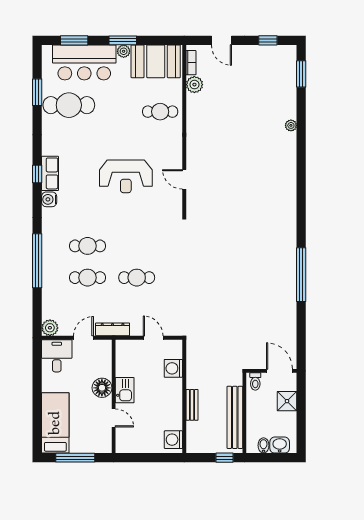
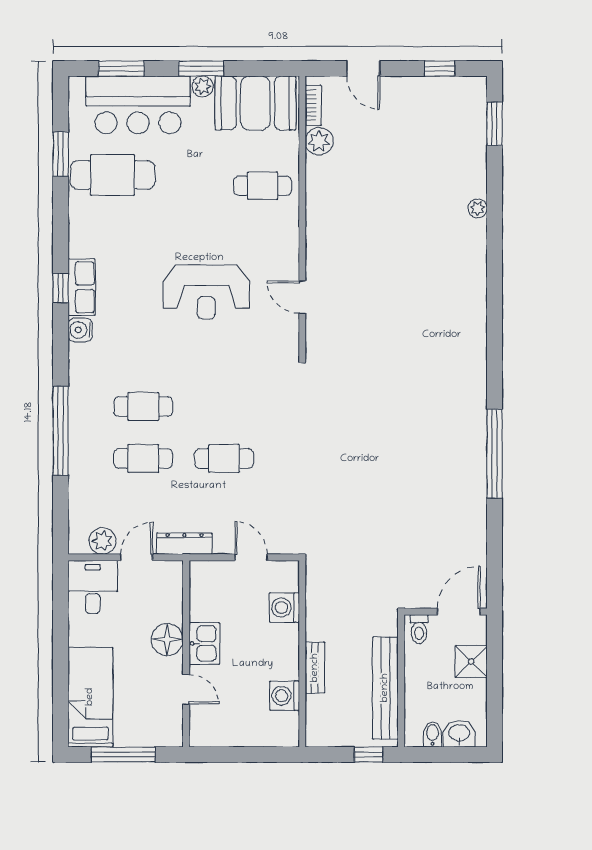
plant: (50, 328) -> (103, 541), moved
door: (279, 371) -> (459, 612), hinge flipped
washing machine: (173, 440) -> (285, 696), moved

